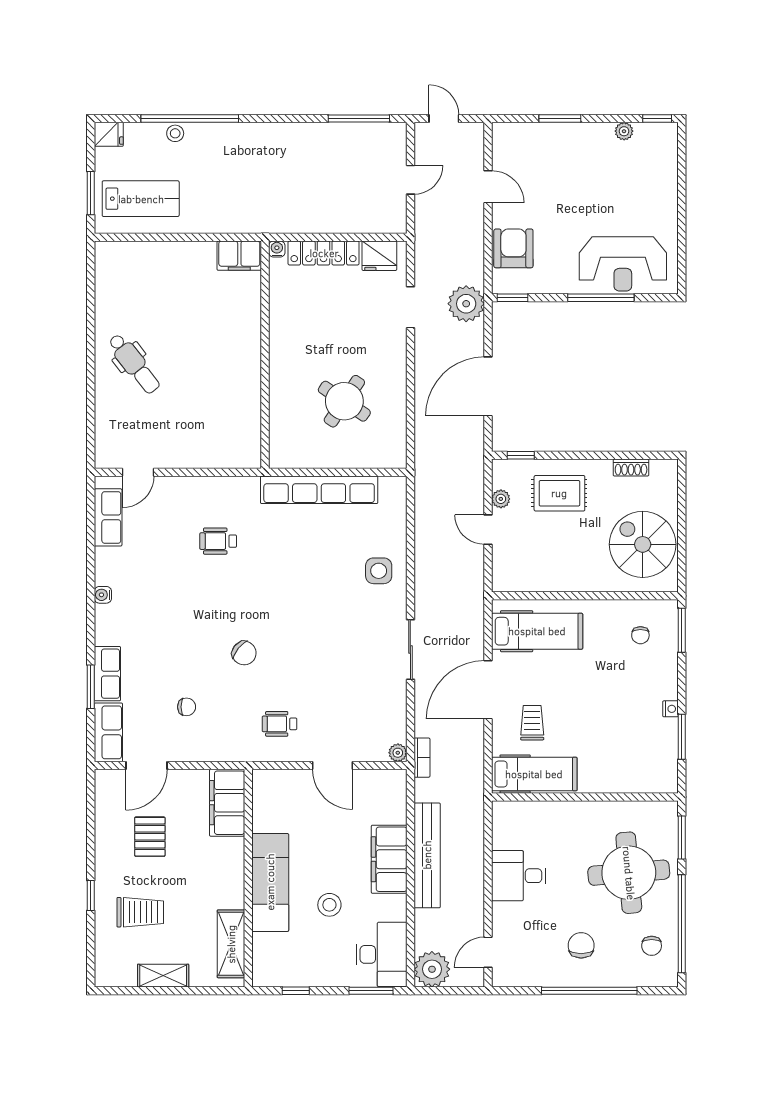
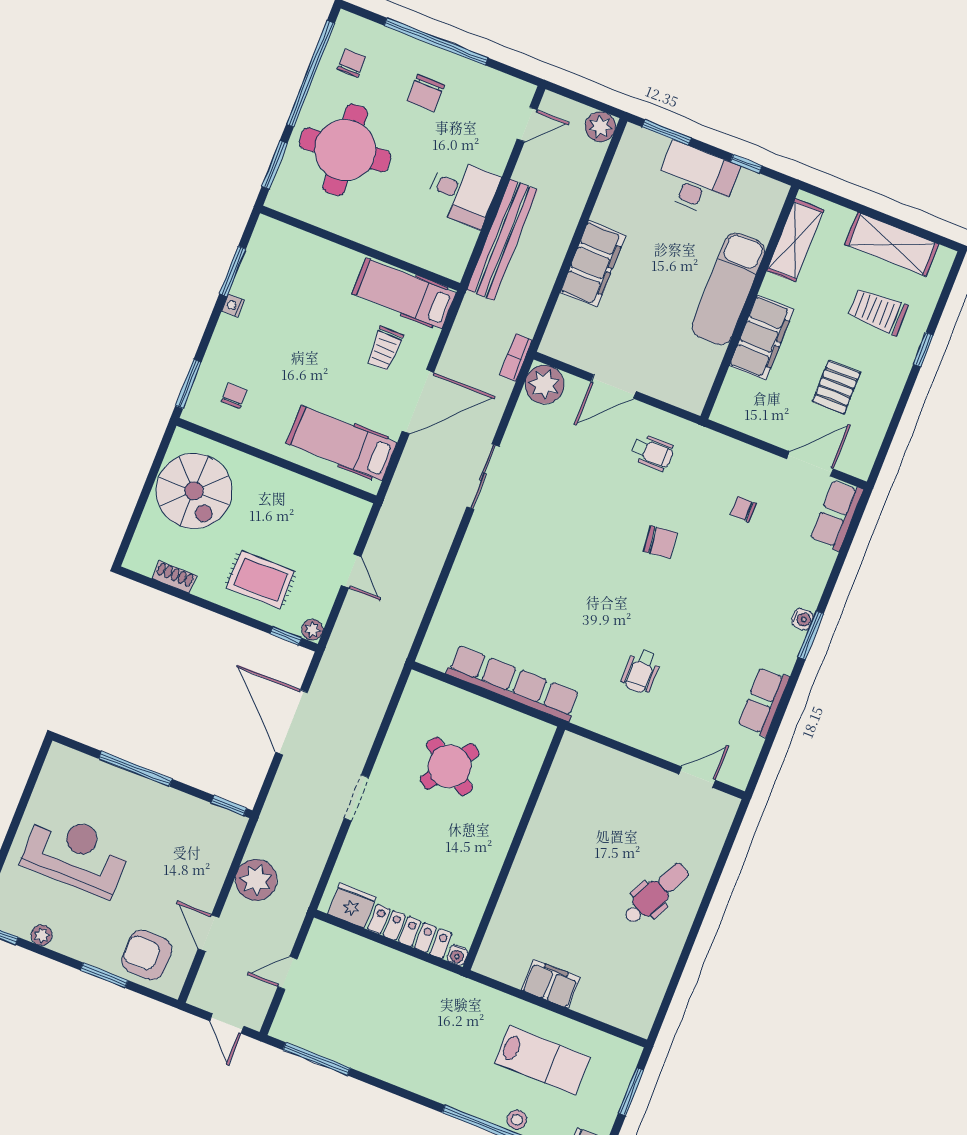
lab bench: (141, 199) -> (542, 1060), moved, turned 180
armchair: (513, 248) -> (147, 955), moved, turned 91
filing cabinet: (239, 256) -> (551, 984), moved
reception desk: (623, 264) -> (76, 854), moved
plant: (466, 304) -> (256, 880), moved
doorway: (410, 307) -> (356, 798), moved
dental chair: (134, 364) -> (656, 893), turned 64
door: (488, 386) -> (292, 722), swing flipped
plant: (501, 499) -> (312, 630), moved
row of seats: (108, 517) -> (763, 702), moved
wheelchair: (218, 541) -> (641, 671), turned 90
side table: (379, 571) -> (484, 573), removed
water cooler: (103, 595) -> (802, 619), moved
chair: (244, 653) -> (660, 542), turned 134
row of seats: (107, 674) -> (813, 577), removed
window: (91, 687) -> (811, 635), moved
plant: (398, 753) -> (544, 384), width x1.88, depth x1.88
door: (332, 765) -> (614, 386), swing flipped
filing cabinet: (227, 803) -> (762, 338), moved
bench: (427, 855) -> (502, 240), moved
stool: (329, 905) -> (675, 240), removed
desk: (381, 954) -> (696, 179), moved, turned 90
plant: (432, 969) -> (600, 127), width x0.73, depth x0.73
shelving: (163, 976) -> (892, 244), width x1.50, depth x1.33

